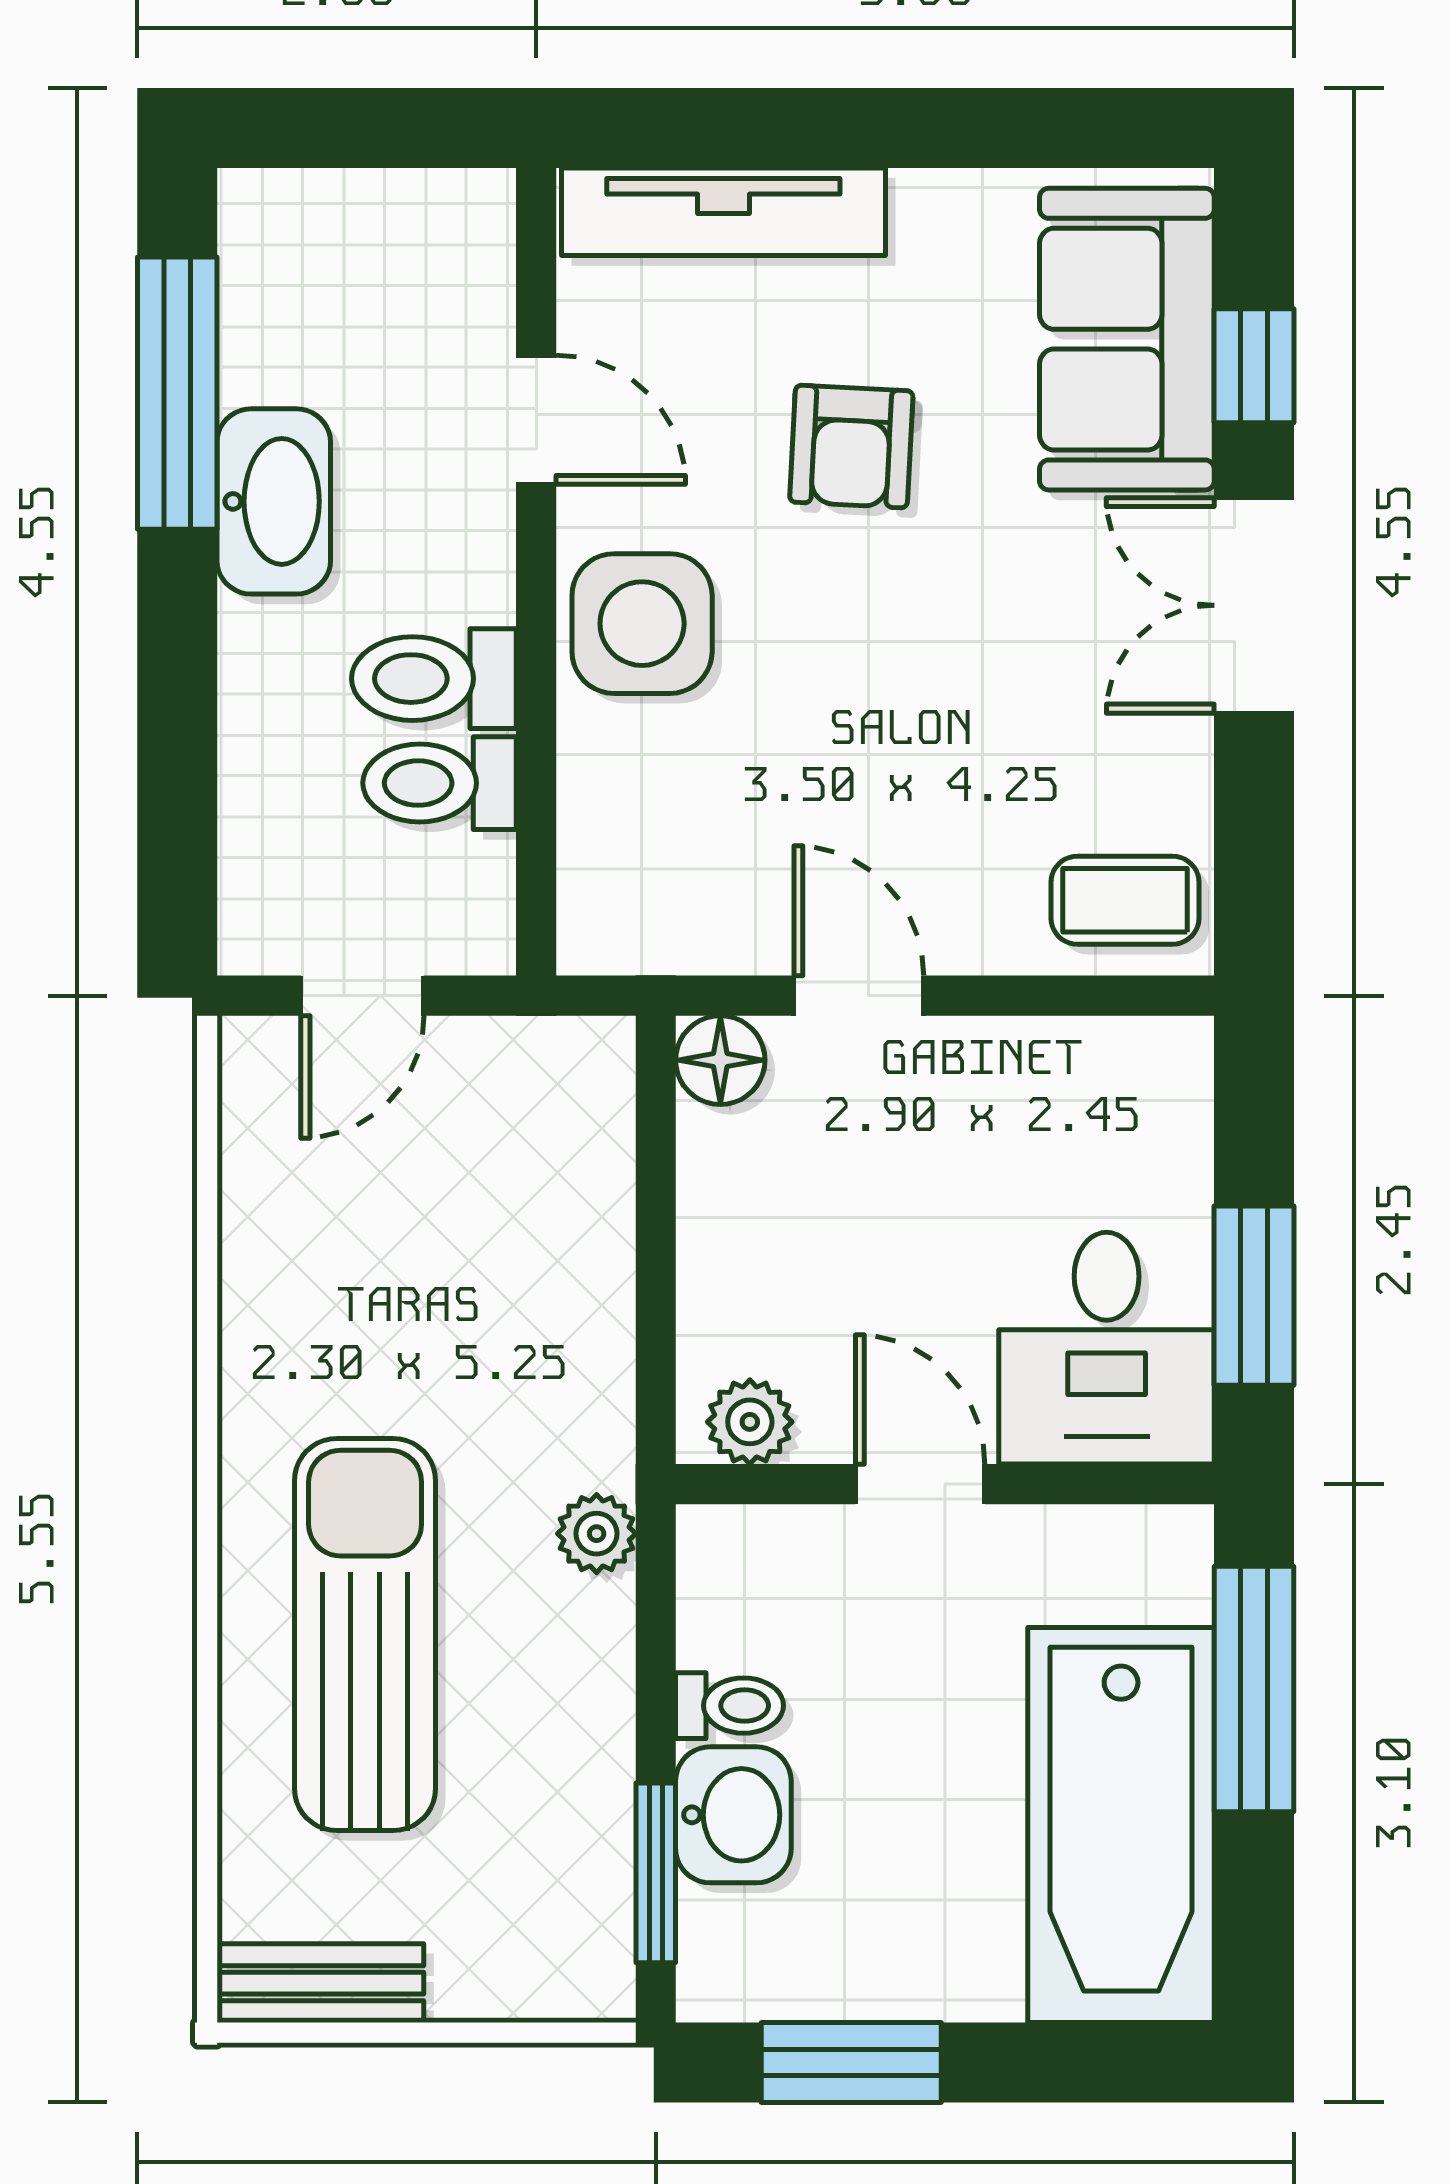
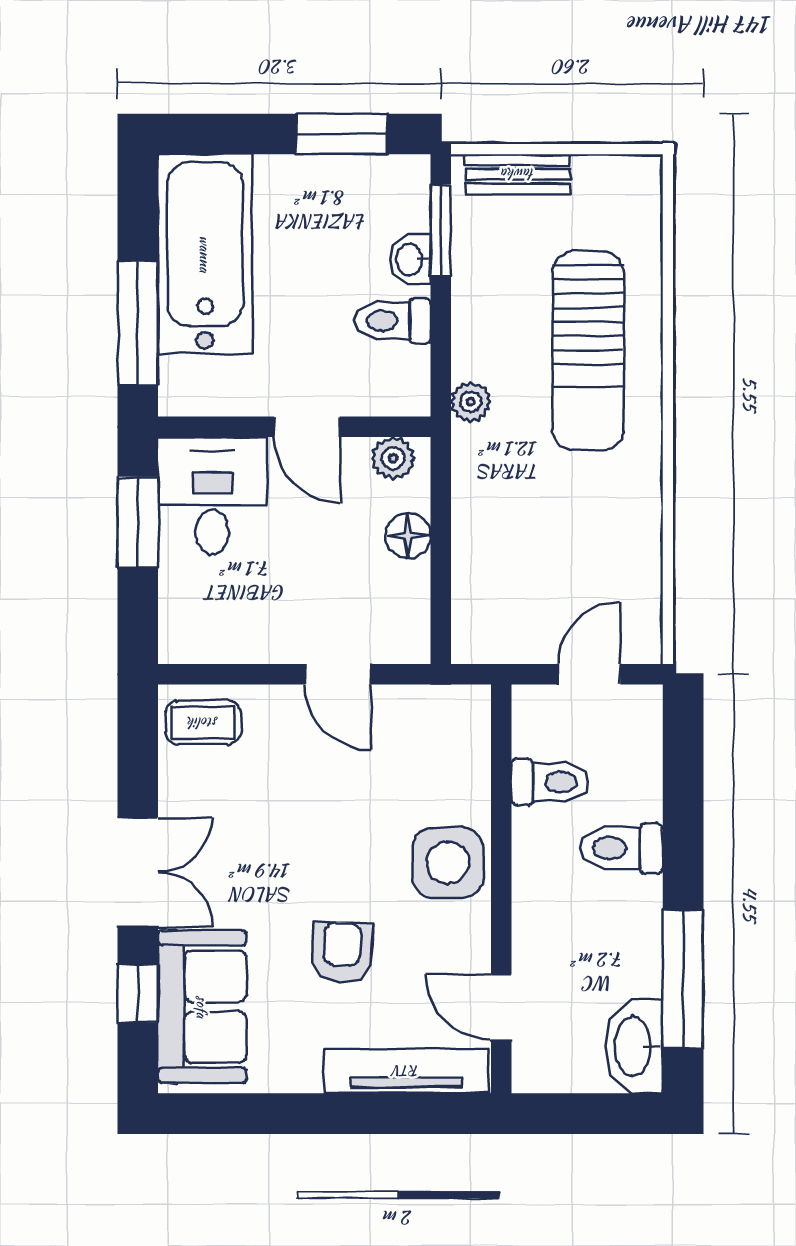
door: (536, 420) -> (501, 1007), moved
washbasin: (274, 501) -> (634, 1046), moved
toilet: (434, 679) -> (621, 848), moved, turned 180
floor lamp: (720, 1060) -> (408, 536), moved
toilet: (730, 1706) -> (393, 321), width x1.37, depth x1.39
washbasin: (733, 1815) -> (410, 259), width x0.72, depth x0.69
bench: (320, 1983) -> (518, 174), moved

